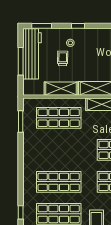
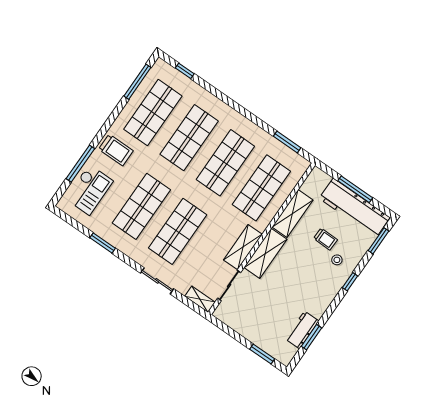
shop shelf: (59, 150) -> (225, 163), added

